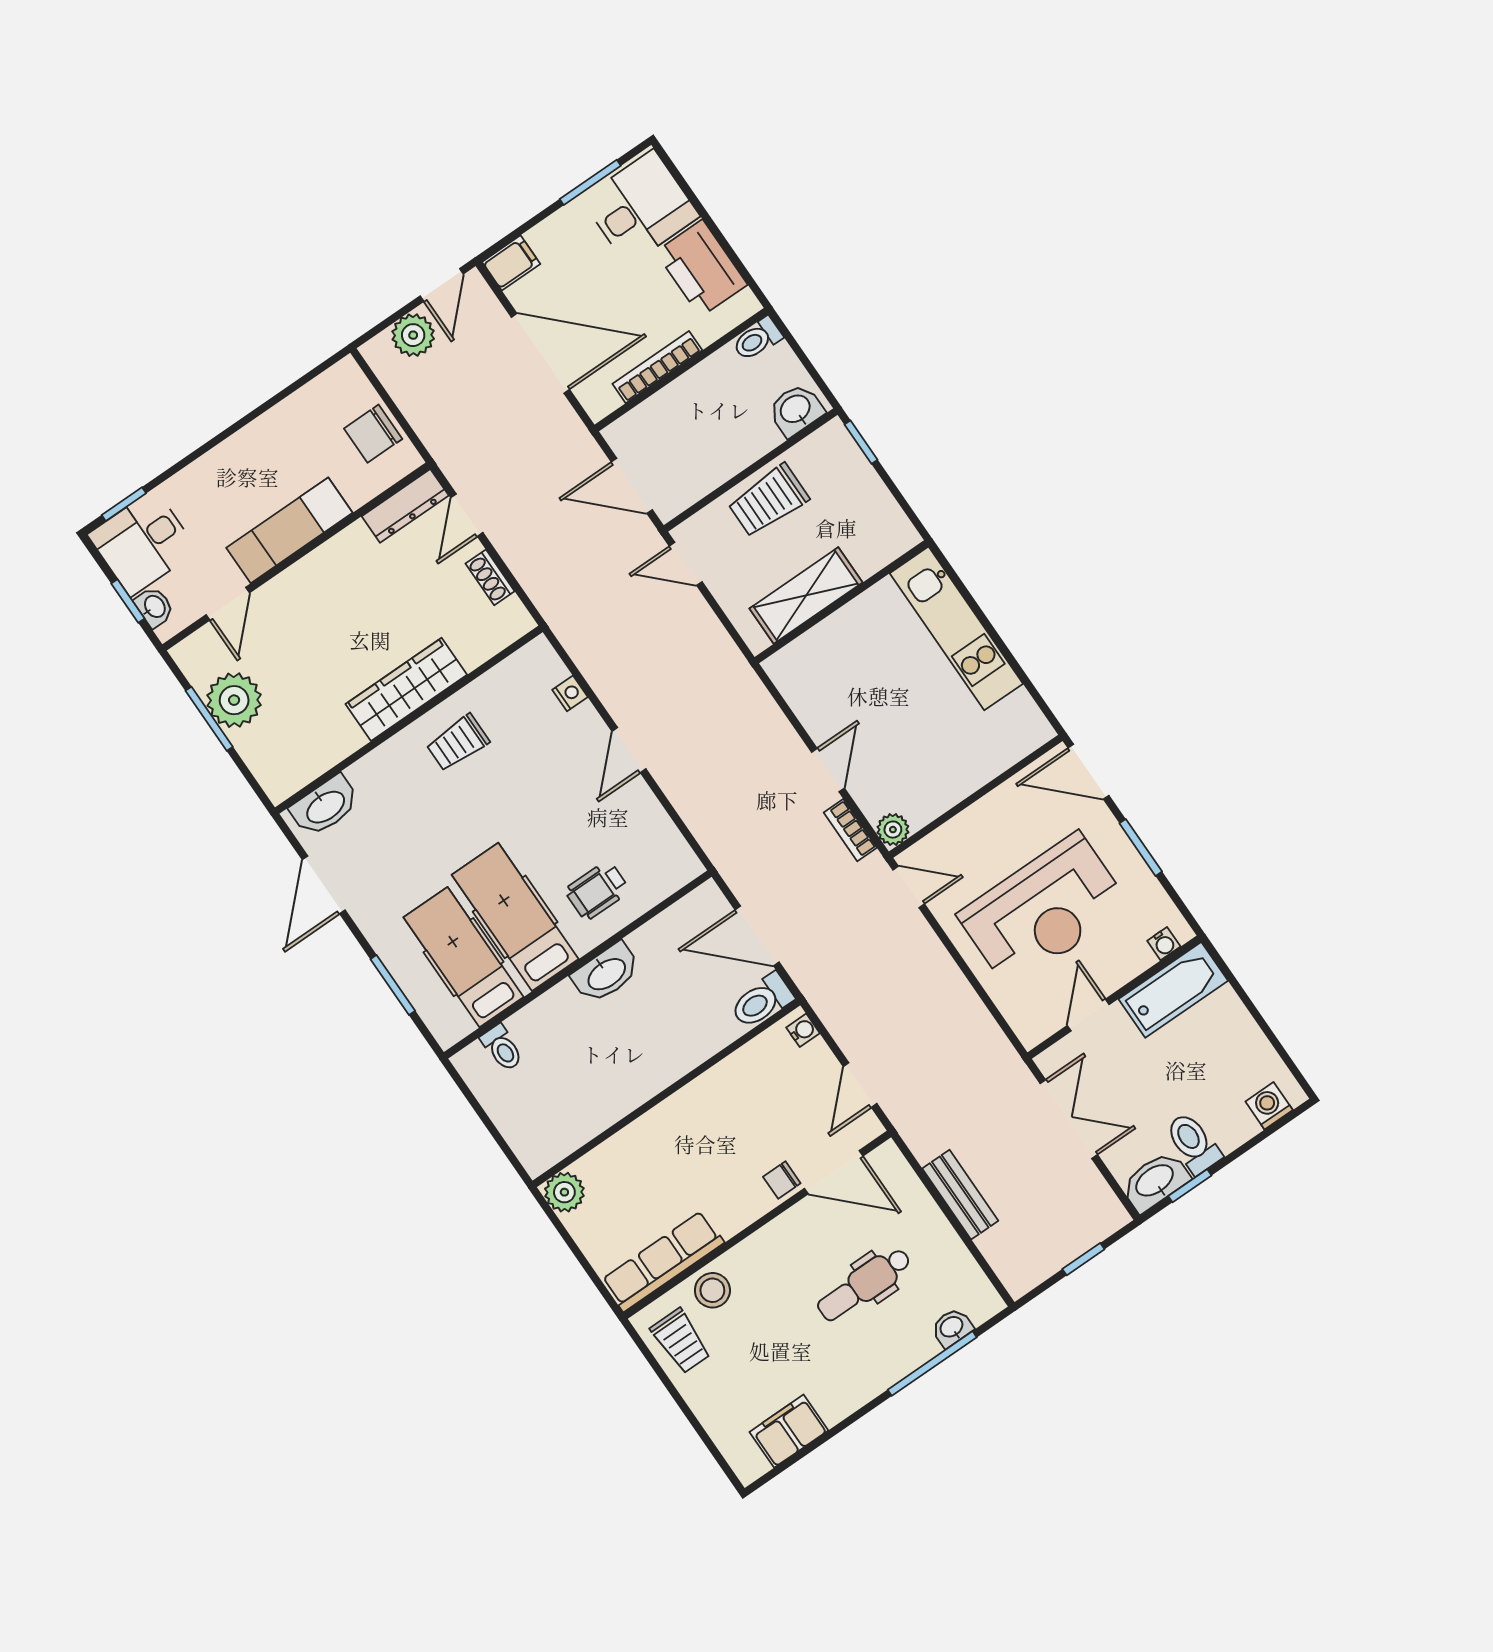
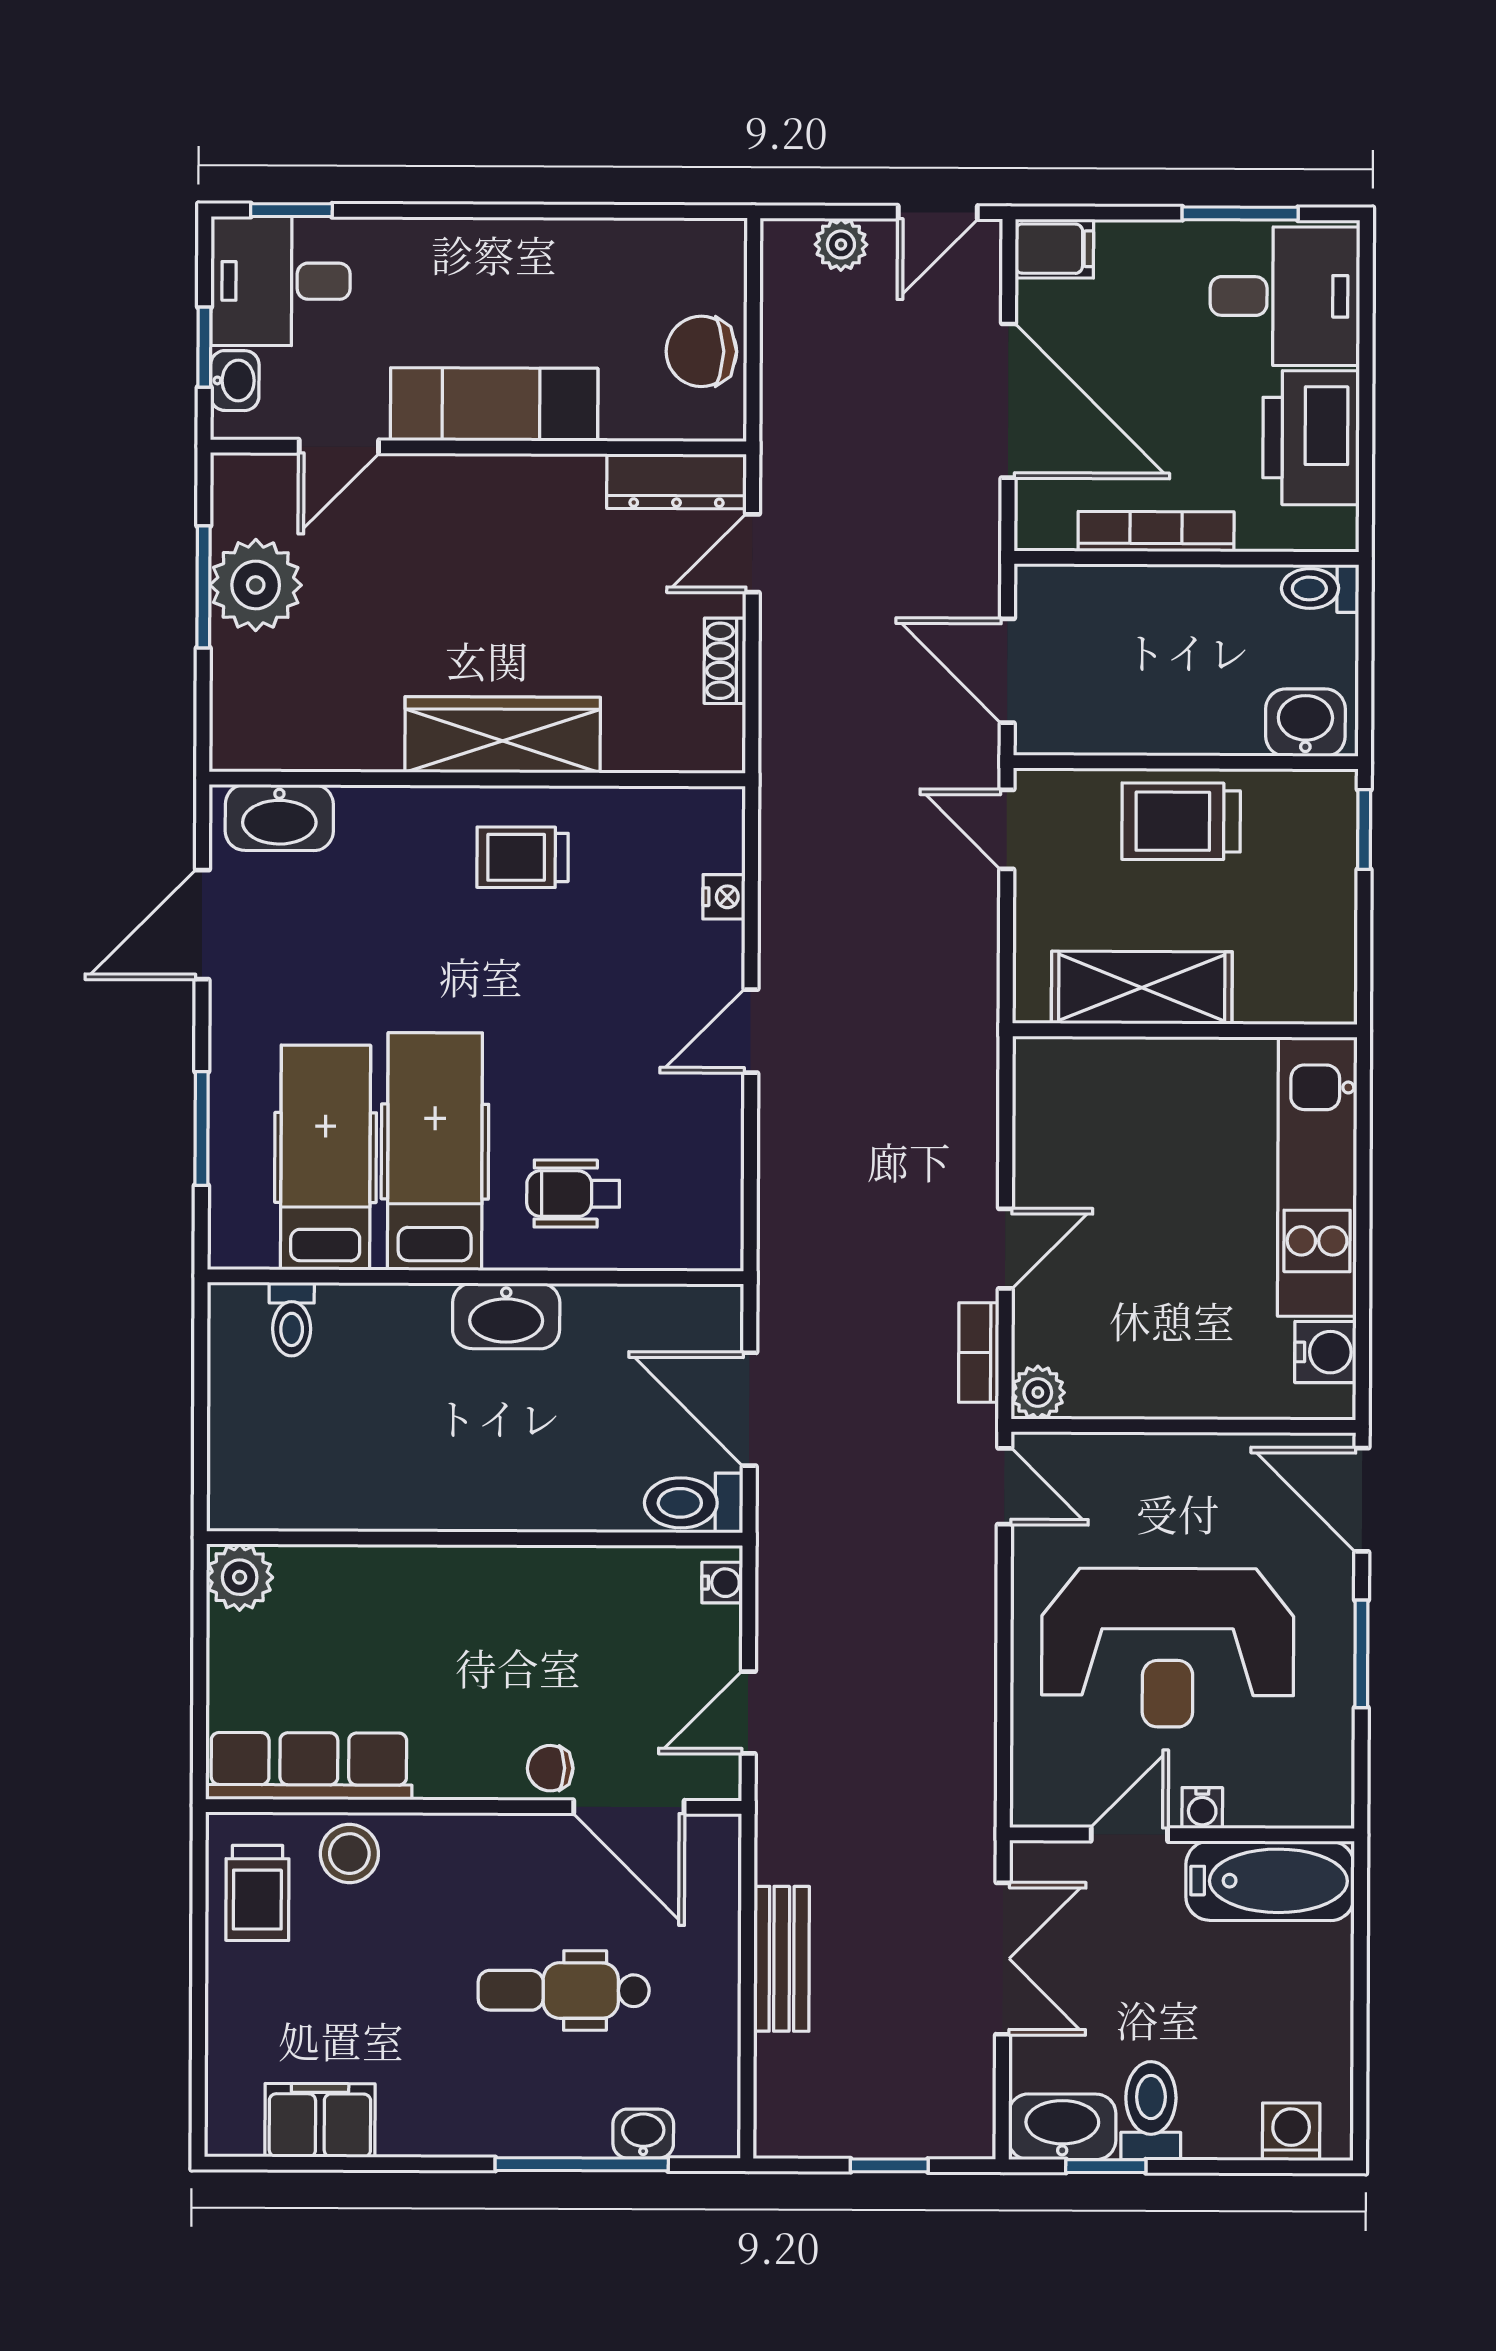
plant: (413, 335) -> (841, 244), width x0.73, depth x0.73
water cooler: (1020, 712) -> (1325, 1352), added
water cooler: (1164, 944) -> (1202, 1808), moved

